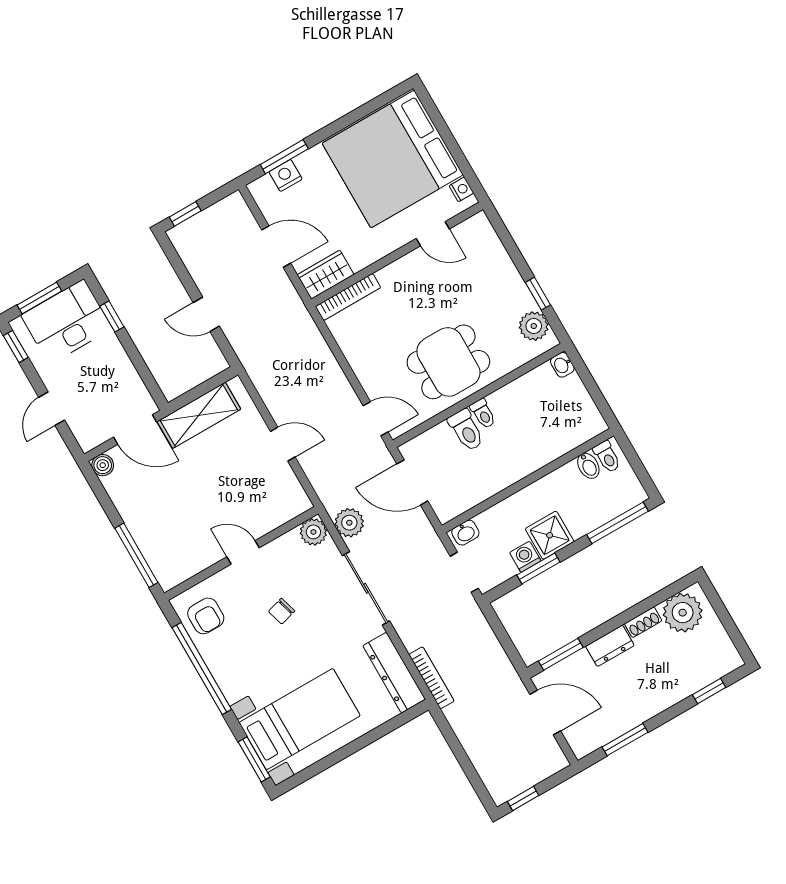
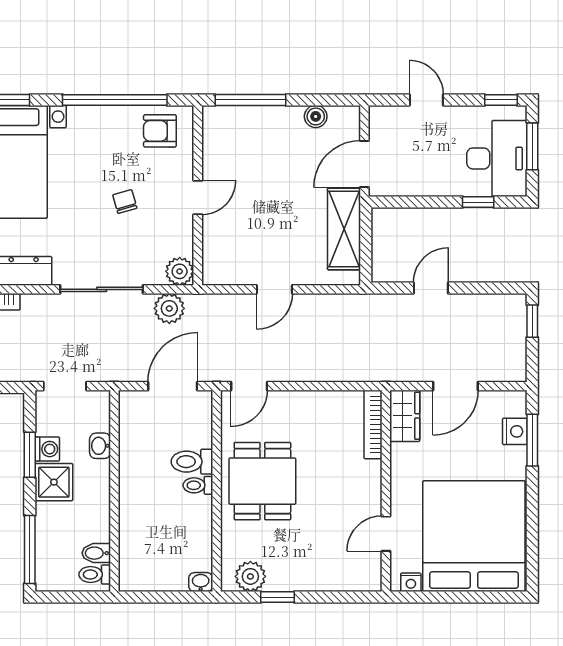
boiler: (103, 465) -> (316, 116), moved
washbasin: (465, 533) -> (100, 446), moved

